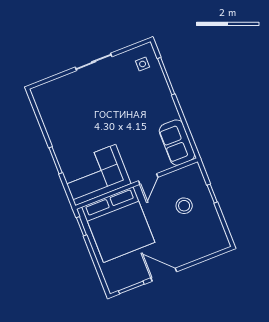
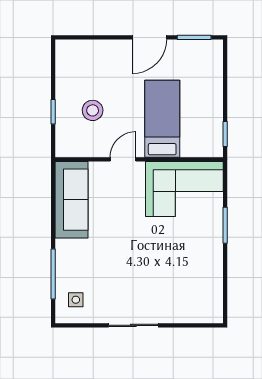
sofa: (177, 143) -> (71, 200), width x1.36
bed: (118, 225) -> (162, 119), width x0.49
door: (164, 275) -> (149, 37), hinge flipped

